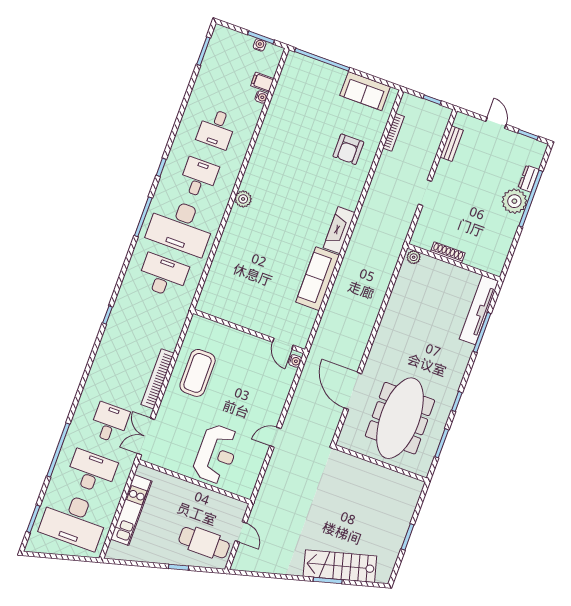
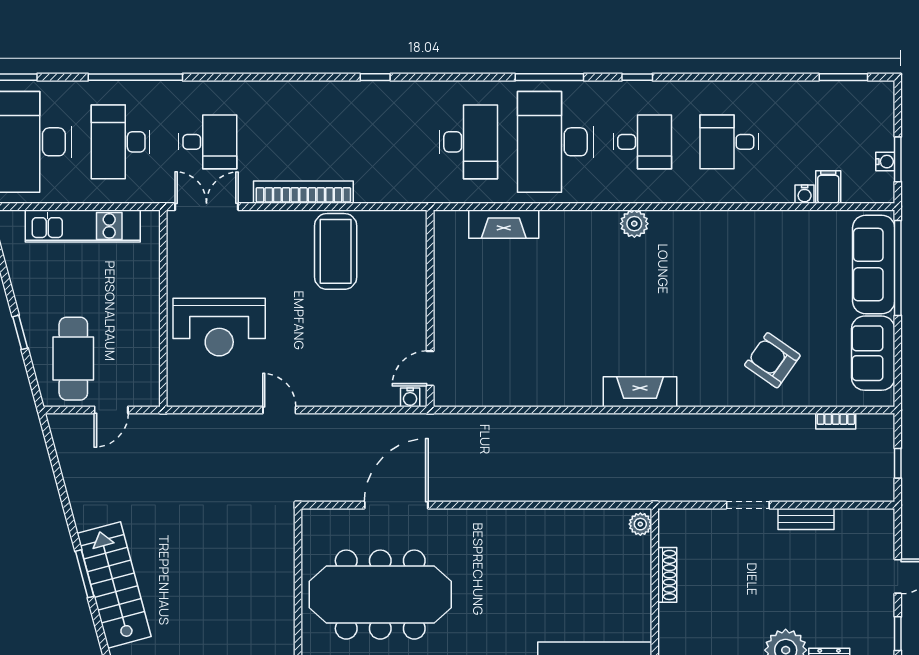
bookcase: (393, 132) -> (836, 421), width x0.64
bench: (452, 144) -> (806, 519), moved
armchair: (348, 149) -> (772, 360), turned 35
fireplace: (217, 273) -> (504, 224), added
sofa: (318, 279) -> (874, 265), moved, turned -90
coffee table: (198, 373) -> (336, 251), turned 90
desk: (92, 472) -> (120, 142), turned 180

